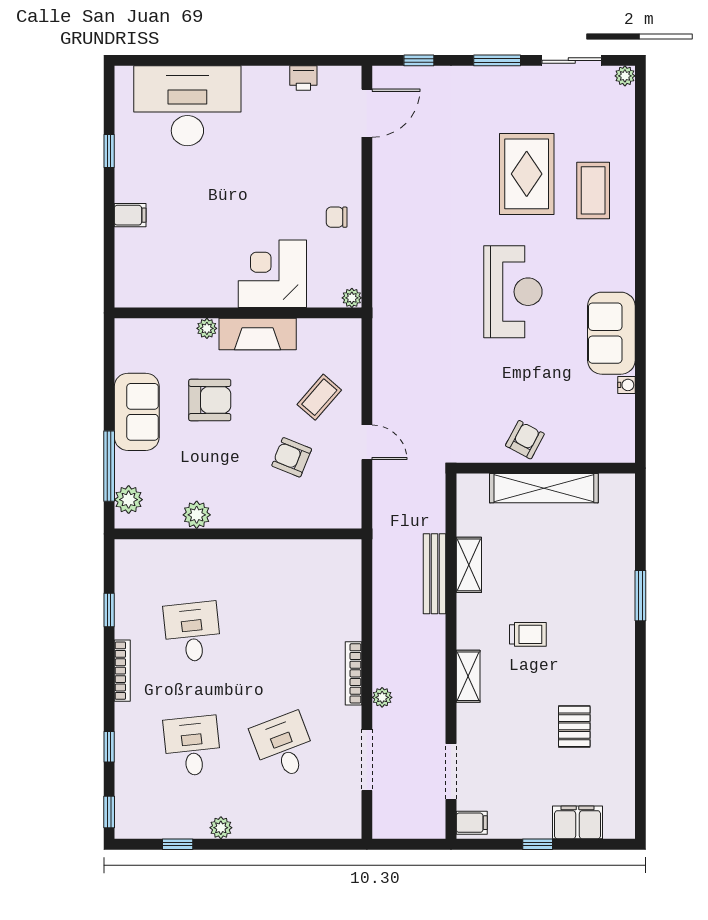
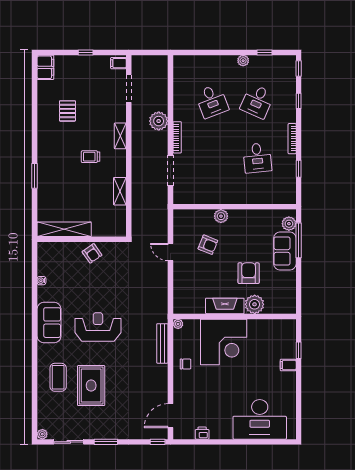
window: (419, 60) -> (158, 442), moved
window: (109, 151) -> (299, 350), moved
corner desk: (272, 274) -> (224, 342), width x1.36, depth x1.36
reception desk: (513, 292) -> (98, 327), turned 90
plant: (207, 328) -> (255, 304), width x1.88, depth x1.88
sofa: (611, 333) -> (49, 323), moved
coffee table: (319, 397) -> (194, 275), removed
armchair: (210, 400) -> (249, 273), turned 90
sofa: (137, 412) -> (285, 251), moved
armchair: (525, 440) -> (92, 253), turned -63
shelving: (544, 488) -> (64, 229), moved
plant: (197, 515) -> (221, 216), moved
bench: (435, 574) -> (162, 343), moved
plant: (382, 697) -> (159, 121), width x1.88, depth x1.88
desk: (192, 746) -> (257, 101), turned 30
doorway: (367, 760) -> (171, 171), moved
filing cabinet: (578, 822) -> (45, 67), moved, turned -90

